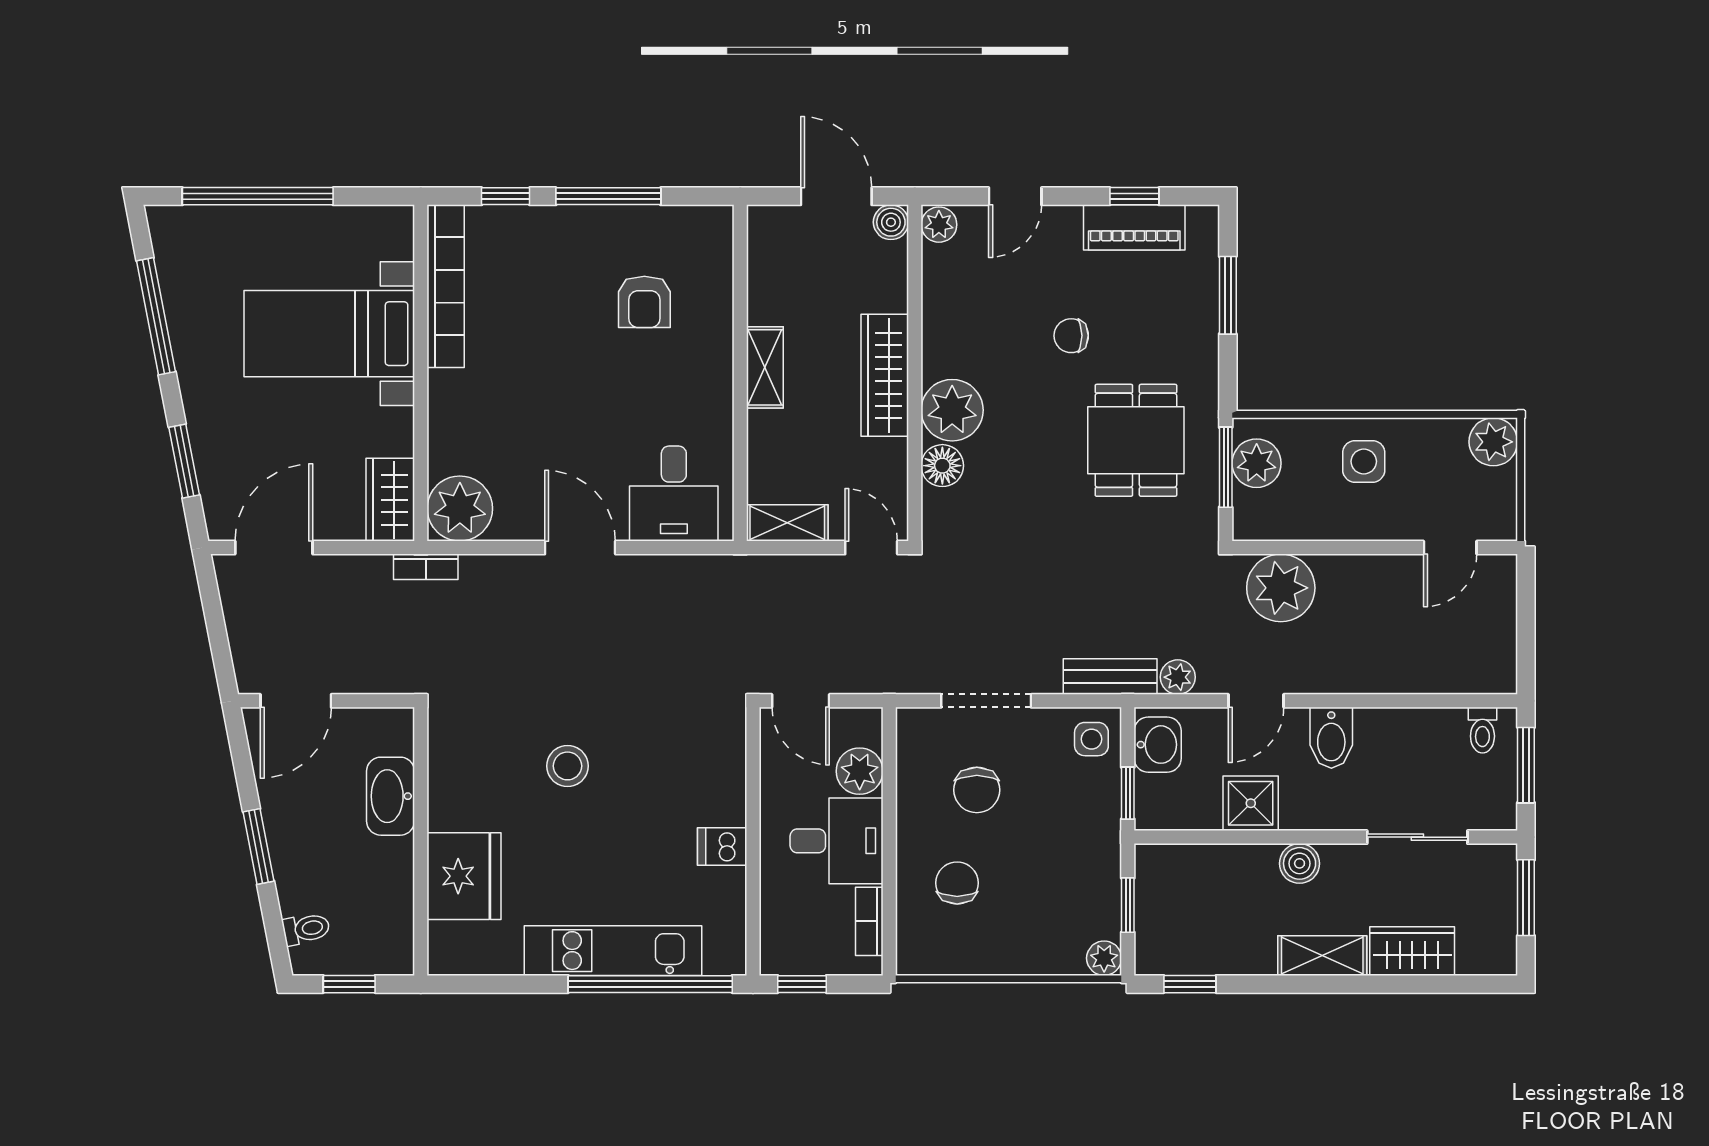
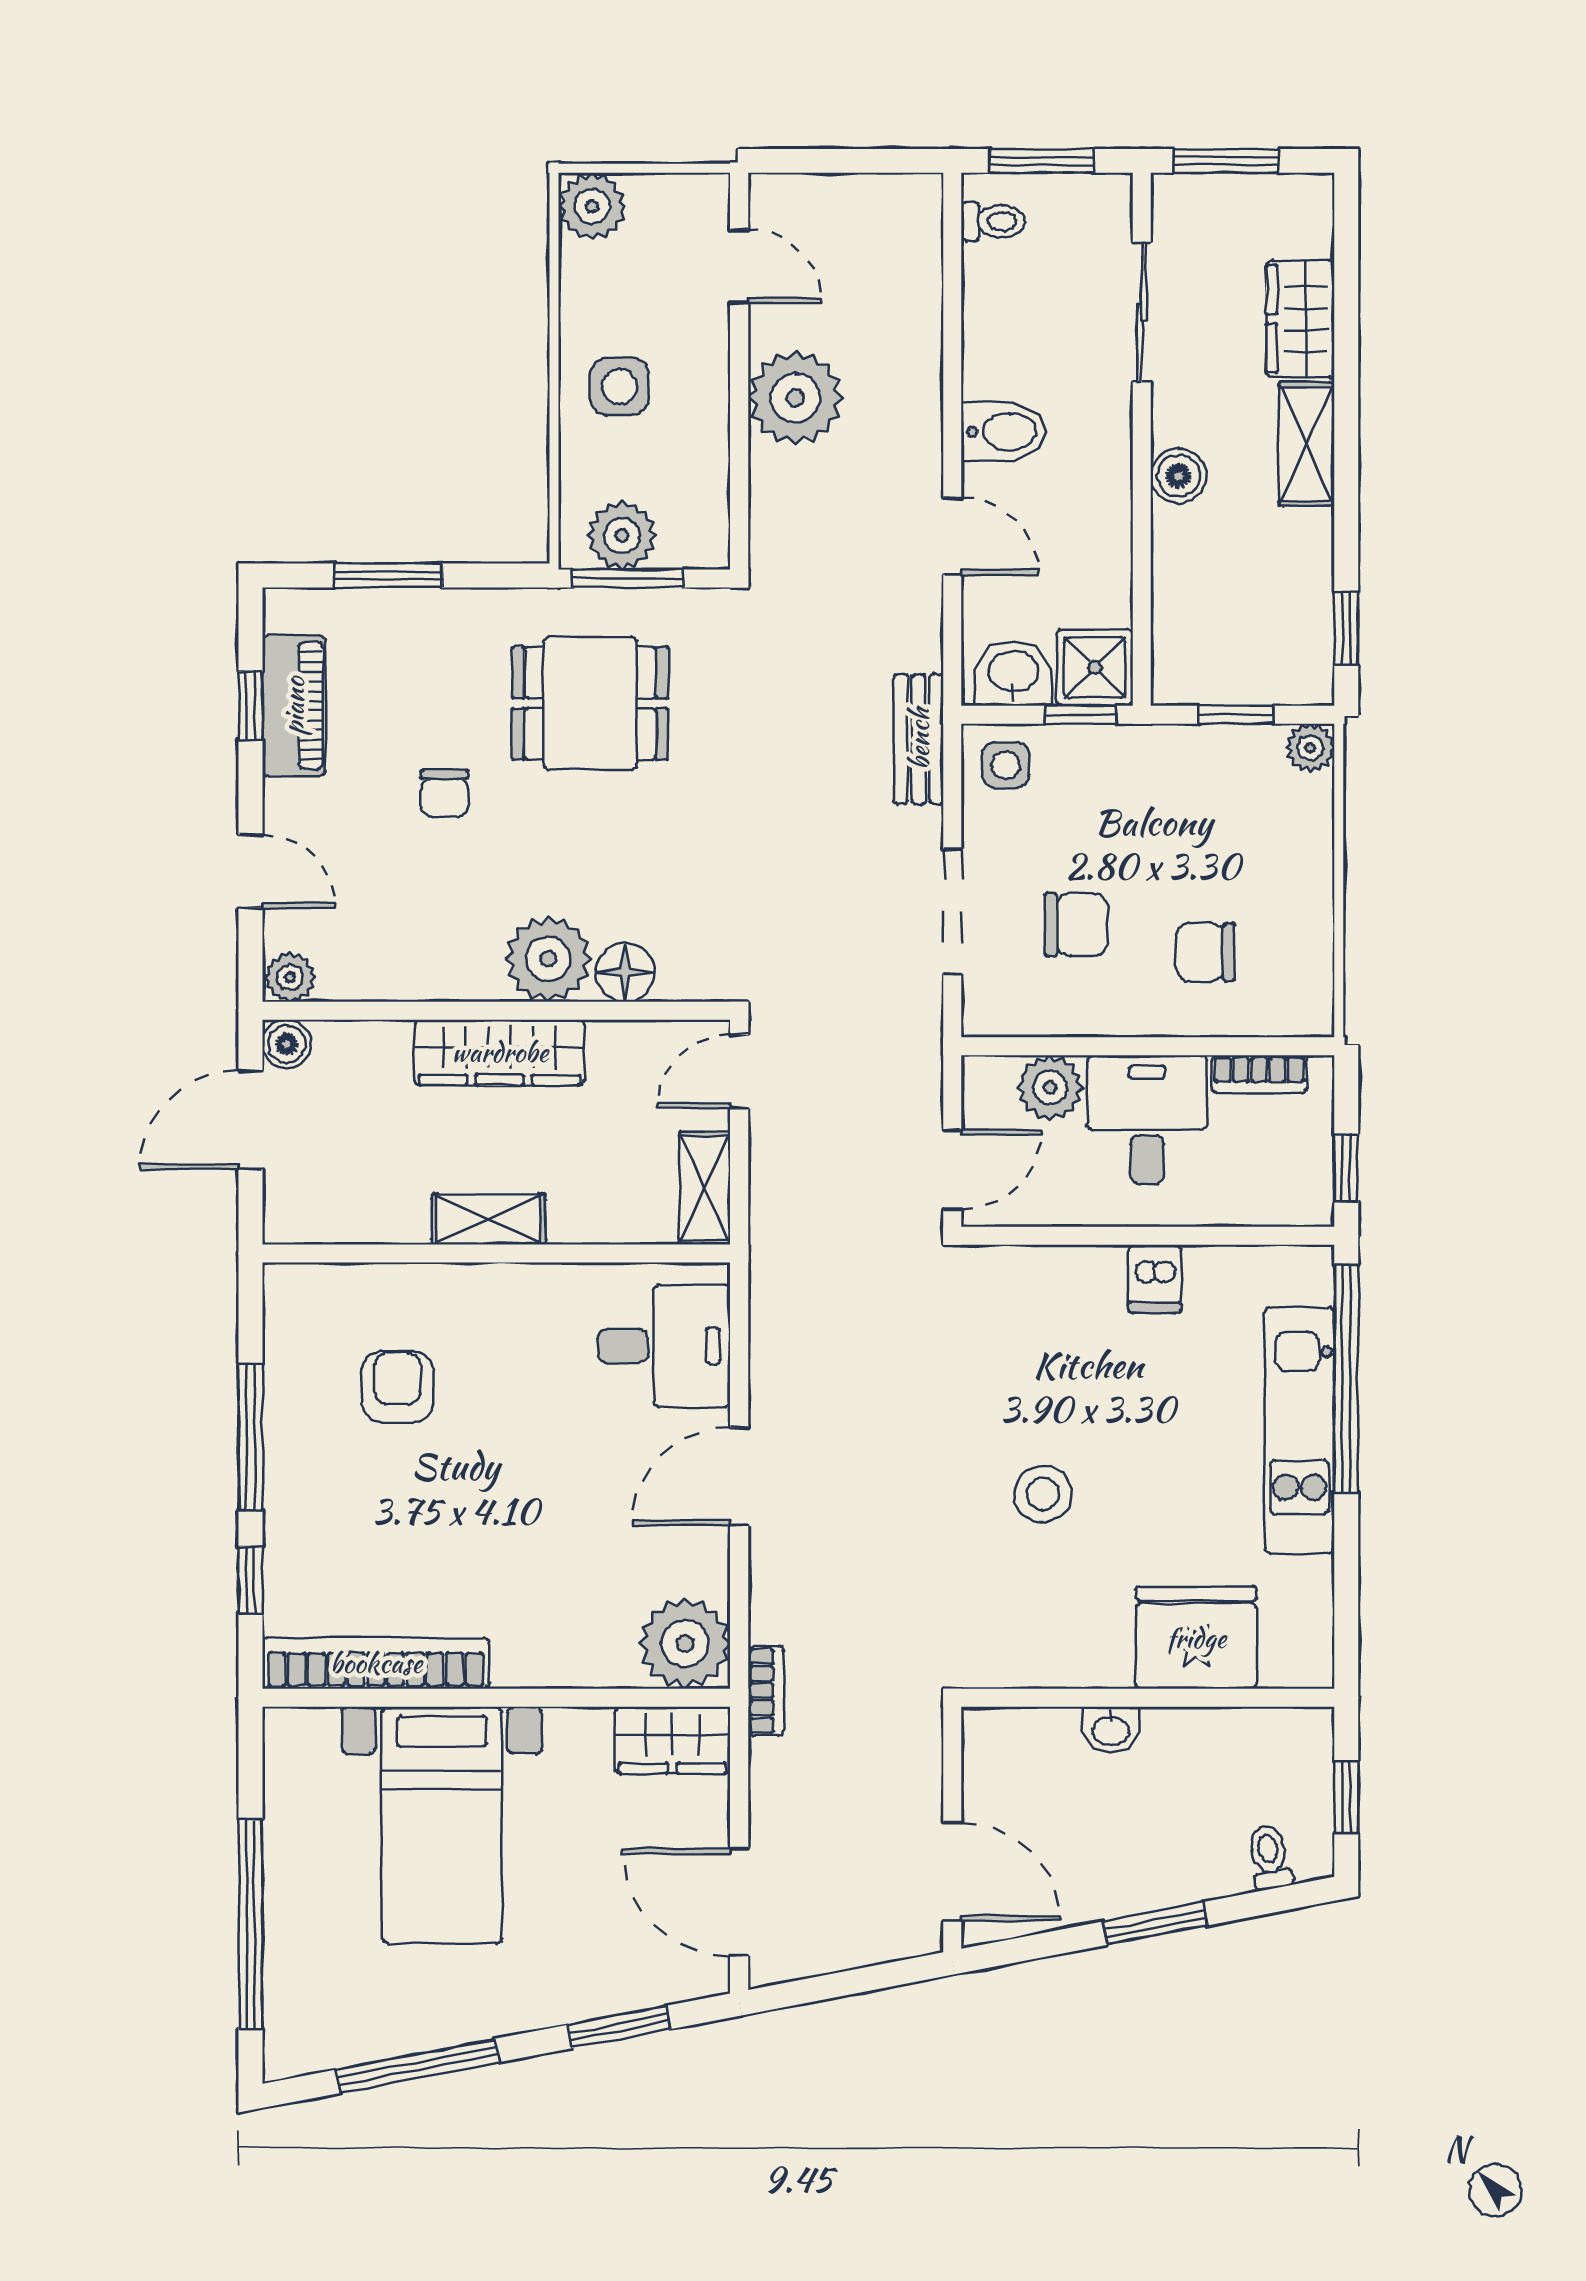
armchair: (644, 302) -> (398, 1387), turned -90
plant: (1281, 588) -> (795, 398), moved
plant: (1178, 677) -> (919, 645), removed
washbasin: (391, 796) -> (1111, 1730), width x0.52, depth x0.69
shower: (1251, 803) -> (1095, 668), moved

